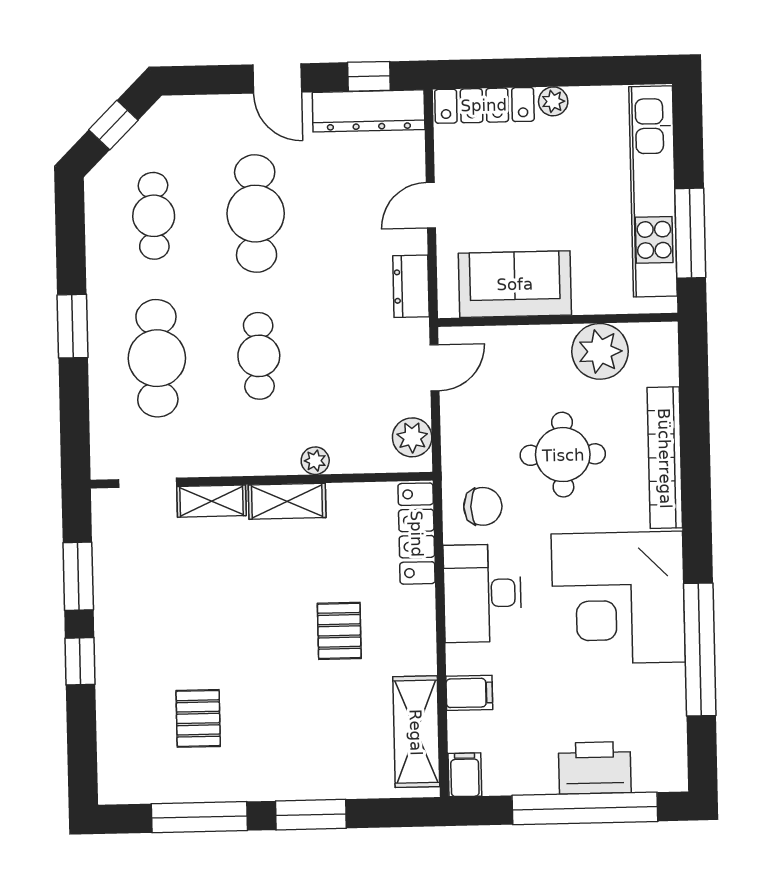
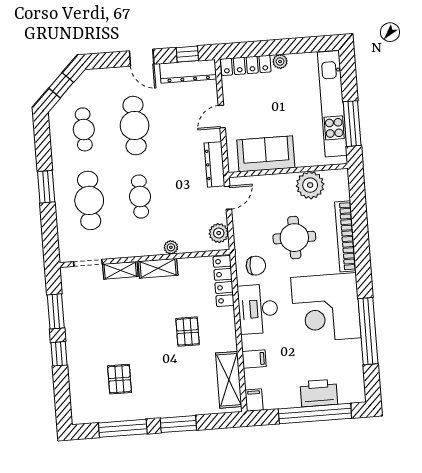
dresser: (411, 286) -> (215, 164), width x1.44

